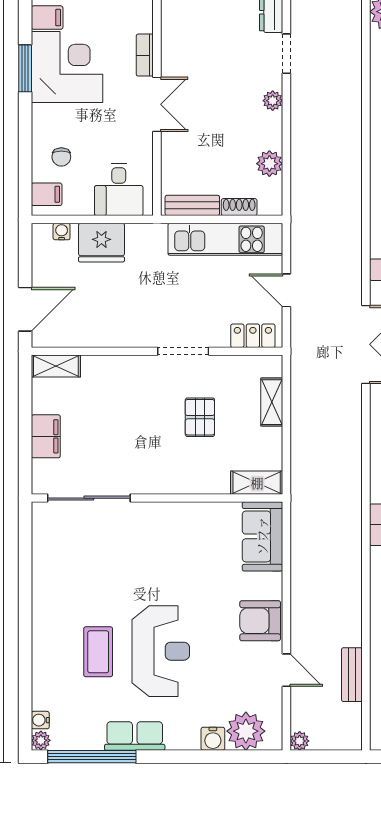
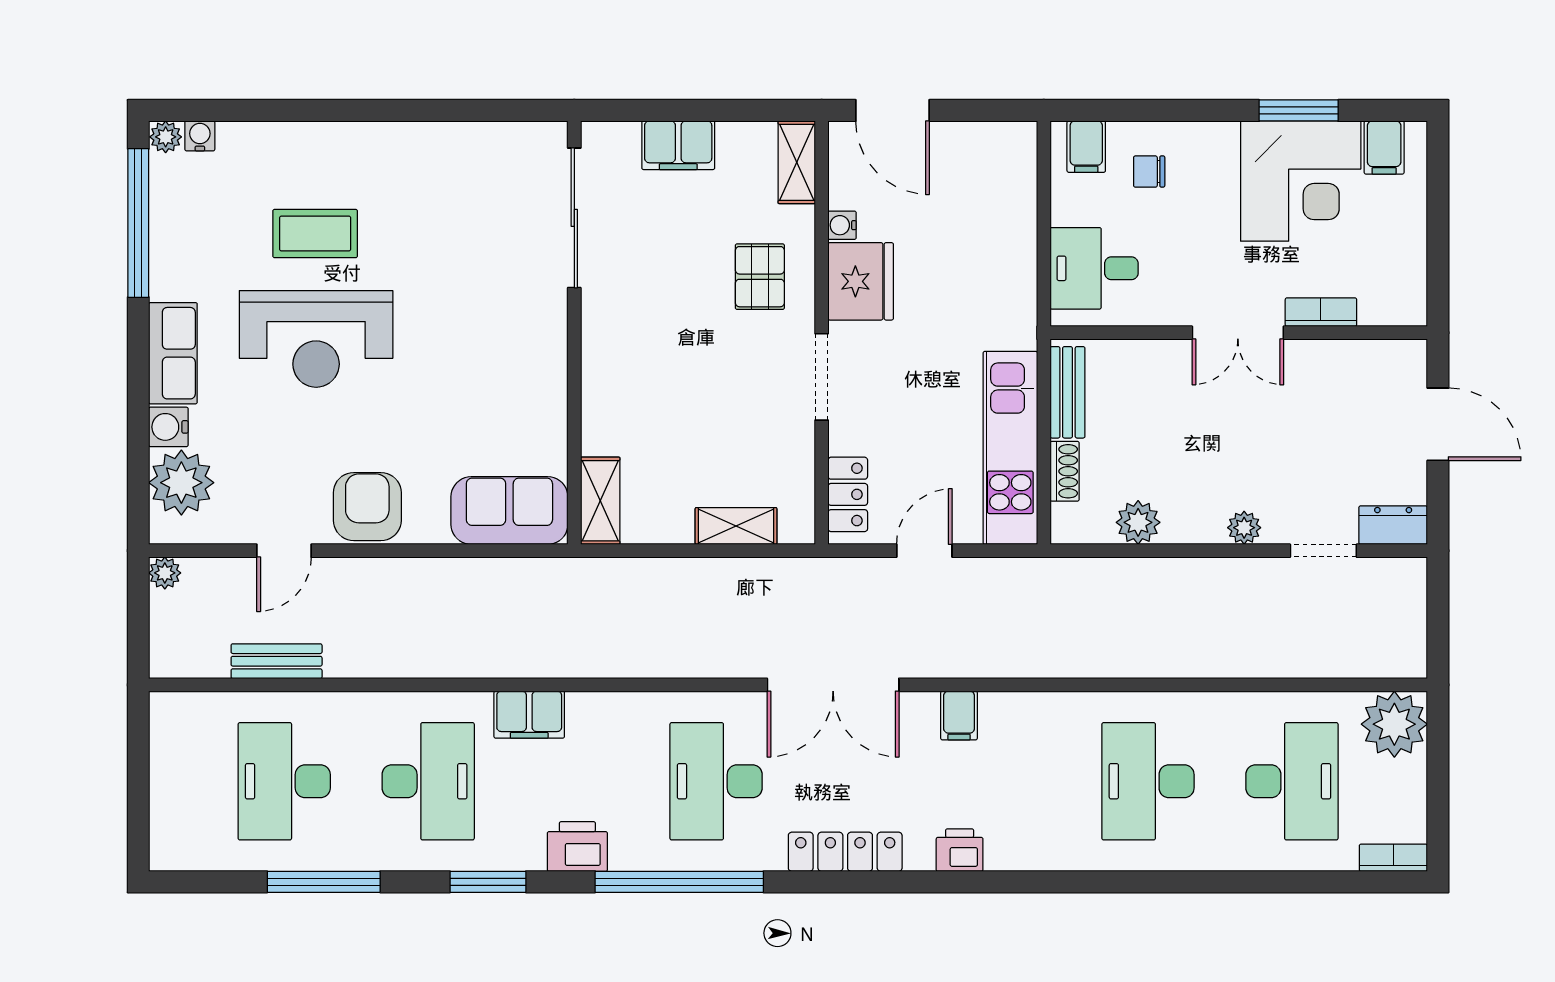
water cooler: (62, 232) -> (842, 225), moved, turned 180
fridge: (101, 243) -> (861, 281), moved, turned 180
pallet: (200, 417) -> (760, 277), moved, turned 90
row of seats: (135, 736) -> (173, 353), moved

